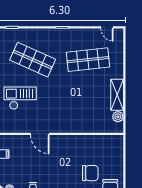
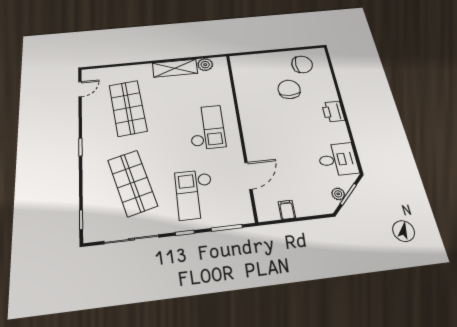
shop shelf: (33, 60) -> (132, 183), turned -39
checkout: (67, 111) -> (207, 127), added
door: (40, 134) -> (248, 176), moved

